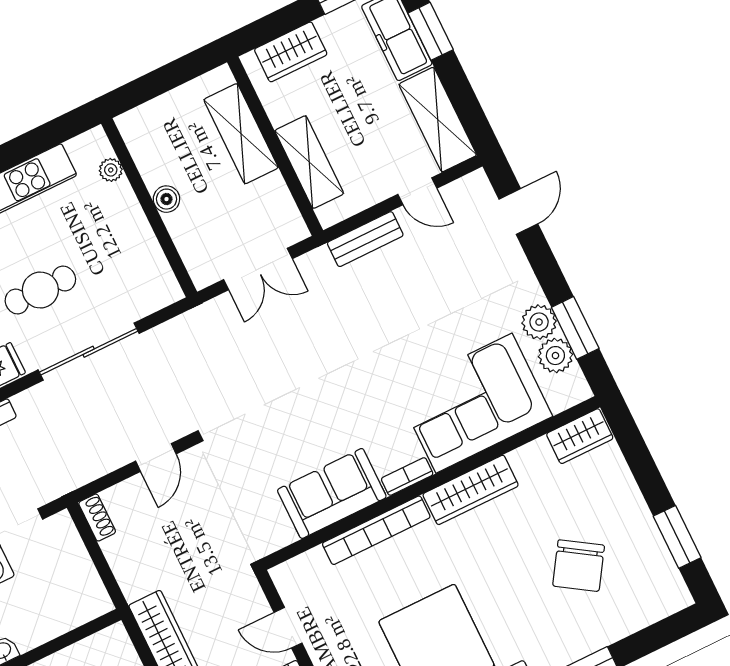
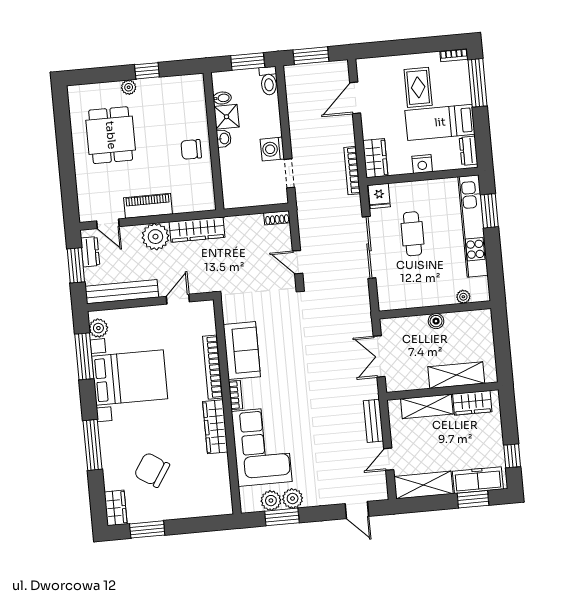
wardrobe: (291, 52) -> (472, 403), moved, turned -90
wardrobe: (580, 436) -> (116, 508), moved, turned 180

